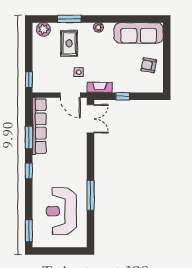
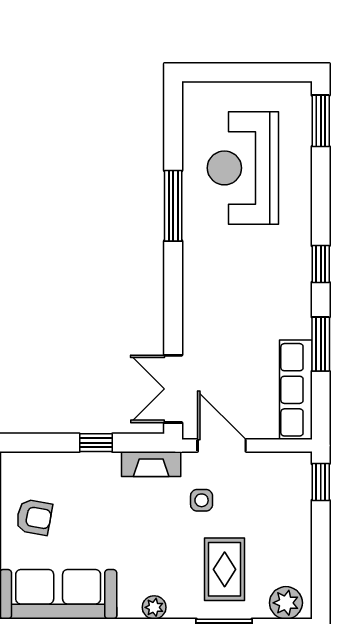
row of seats: (39, 126) -> (296, 390), width x0.73
reception desk: (61, 211) -> (243, 168), turned 180

